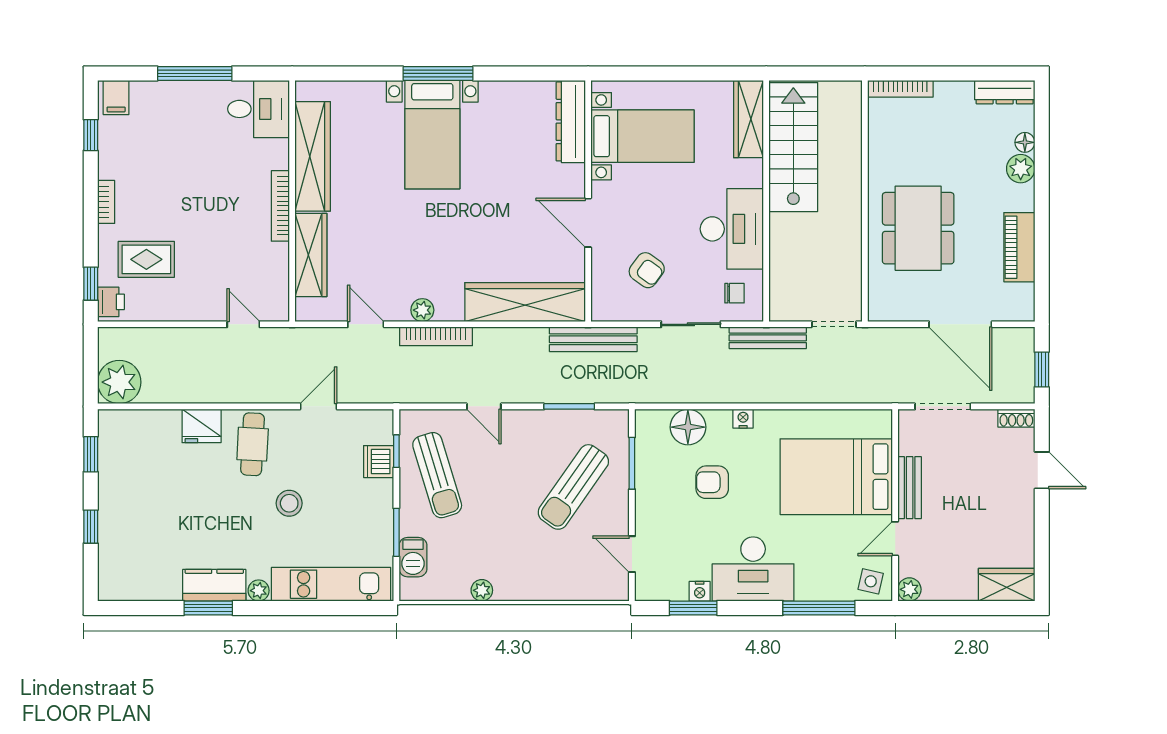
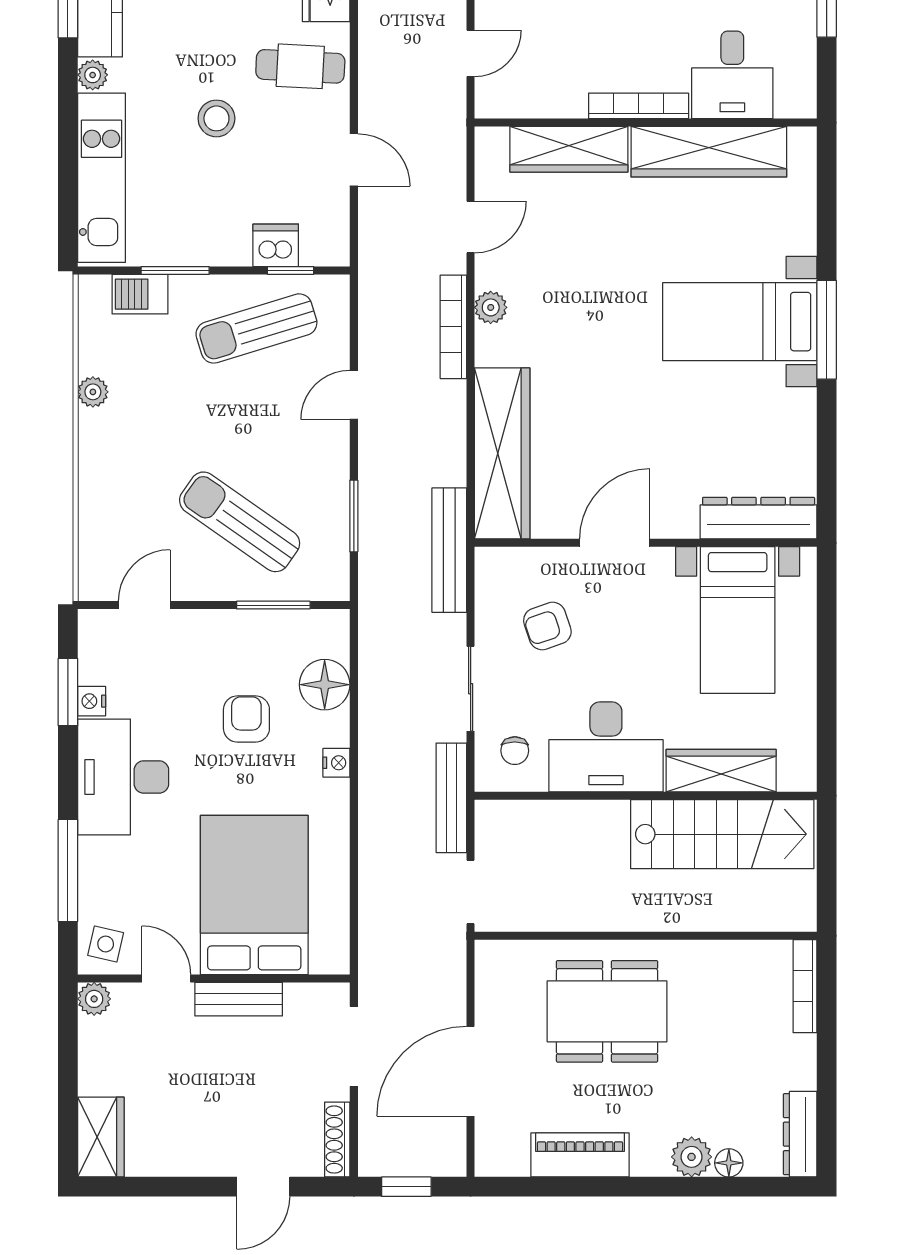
desk: (259, 109) -> (732, 75), moved
wardrobe: (749, 119) -> (721, 771), moved
armchair: (647, 270) -> (547, 626), turned 35
shoe rack: (1016, 418) -> (337, 1140), width x1.43

